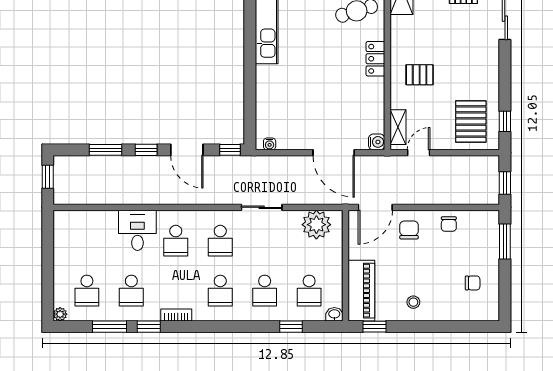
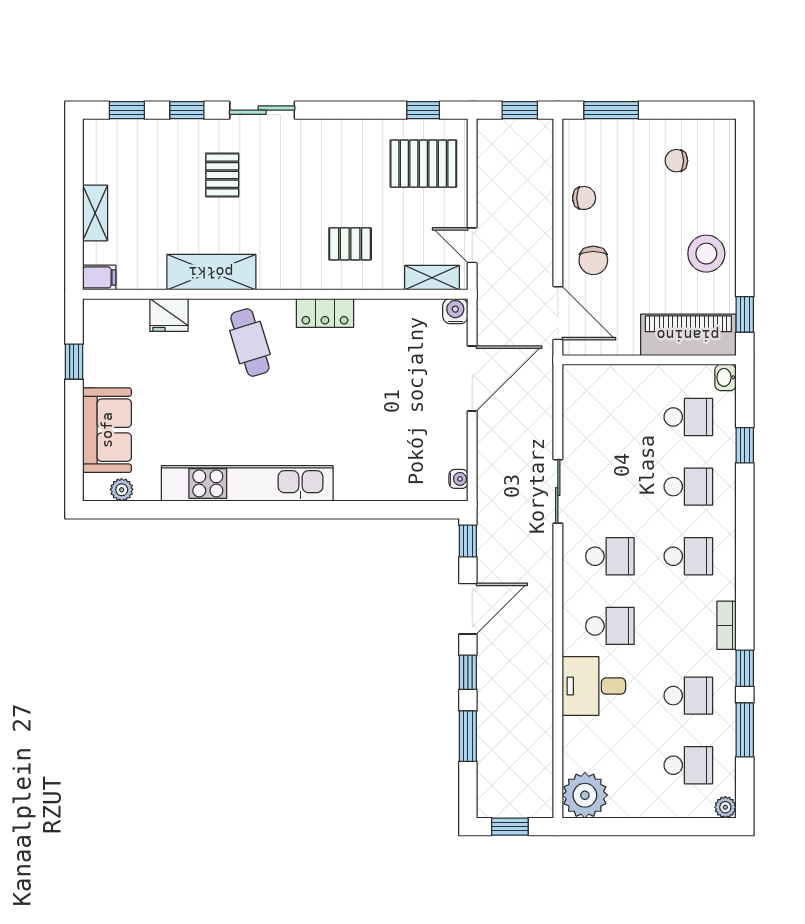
pallet: (420, 75) -> (350, 244), turned 90
plant: (316, 225) -> (585, 795), moved
chair: (409, 230) -> (593, 260), turned -90
chair: (473, 283) -> (676, 161), turned -90
stool: (413, 302) -> (706, 254), width x1.89, depth x1.89

